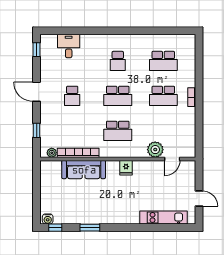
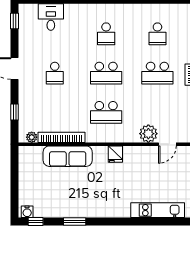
school desk: (163, 61) -> (157, 34), width x0.54

